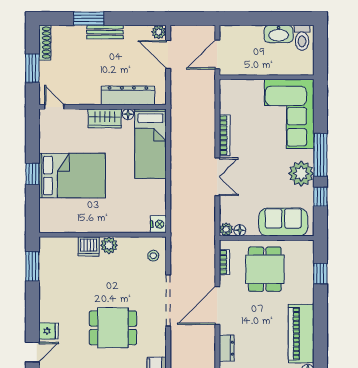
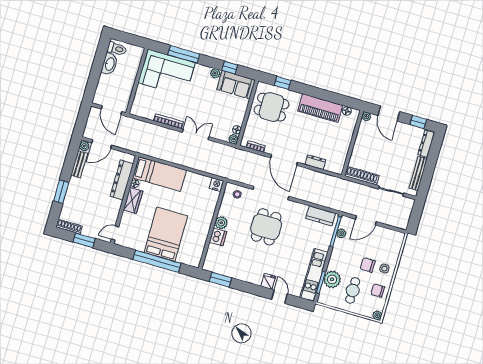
bench: (105, 32) -> (79, 164), moved
window: (320, 155) -> (184, 54), moved
plant: (301, 173) -> (215, 73), width x0.53, depth x0.53
window: (32, 174) -> (157, 261), width x3.17
sofa: (283, 222) -> (236, 85), moved, turned -90
dining table: (265, 269) -> (271, 107), moved
dining table: (113, 328) -> (266, 227), moved

